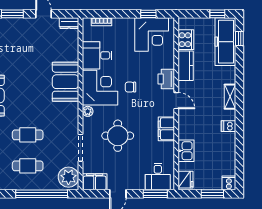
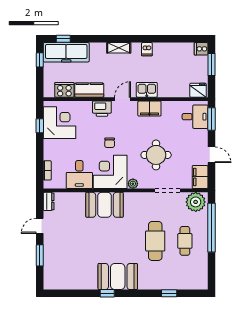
cafe table: (28, 135) -> (155, 241), width x1.37, depth x1.35
kitchen sink: (186, 151) -> (147, 90), moved

